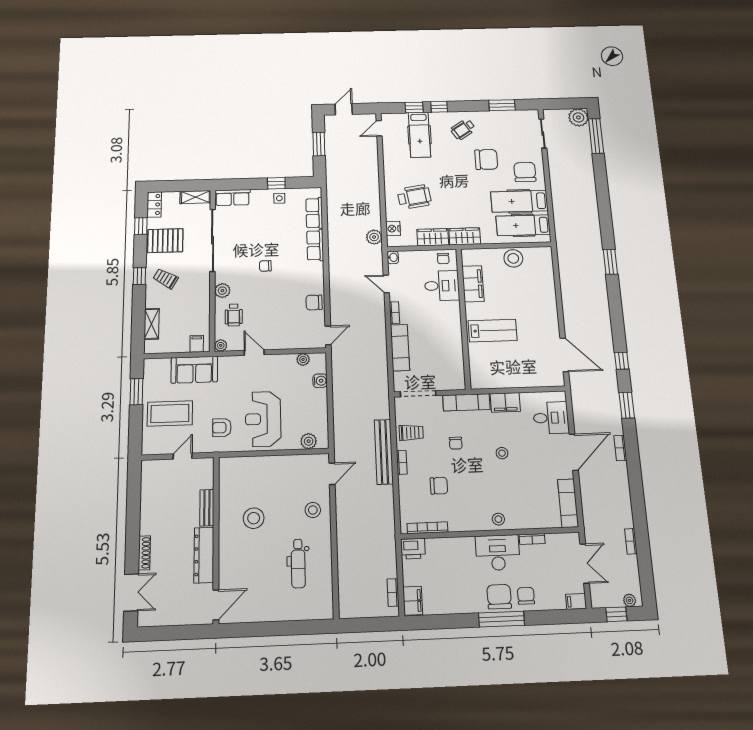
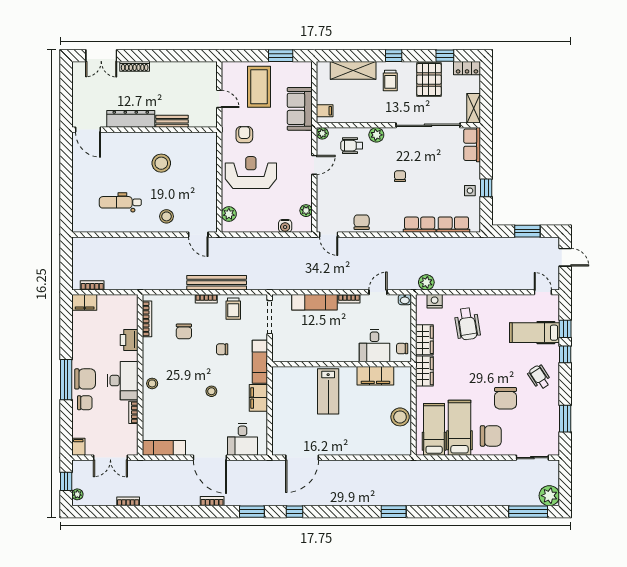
trolley: (166, 279) -> (390, 80), turned 150
shelving: (152, 324) -> (353, 70), width x1.50, depth x1.33
printer: (413, 549) -> (129, 340), moved

